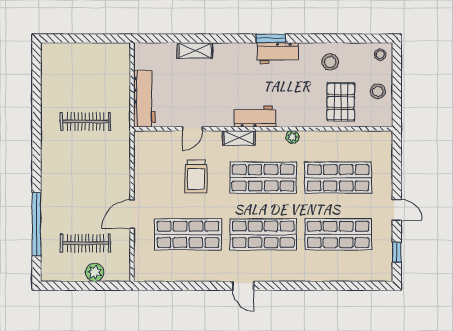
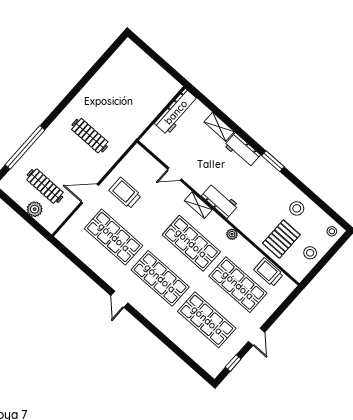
workbench: (278, 53) -> (242, 150), moved
workbench: (144, 99) -> (176, 112), moved
clothes rail: (85, 121) -> (90, 136), moved
trolley: (356, 142) -> (269, 272), added
trolley: (196, 177) -> (125, 193), moved, turned 90

